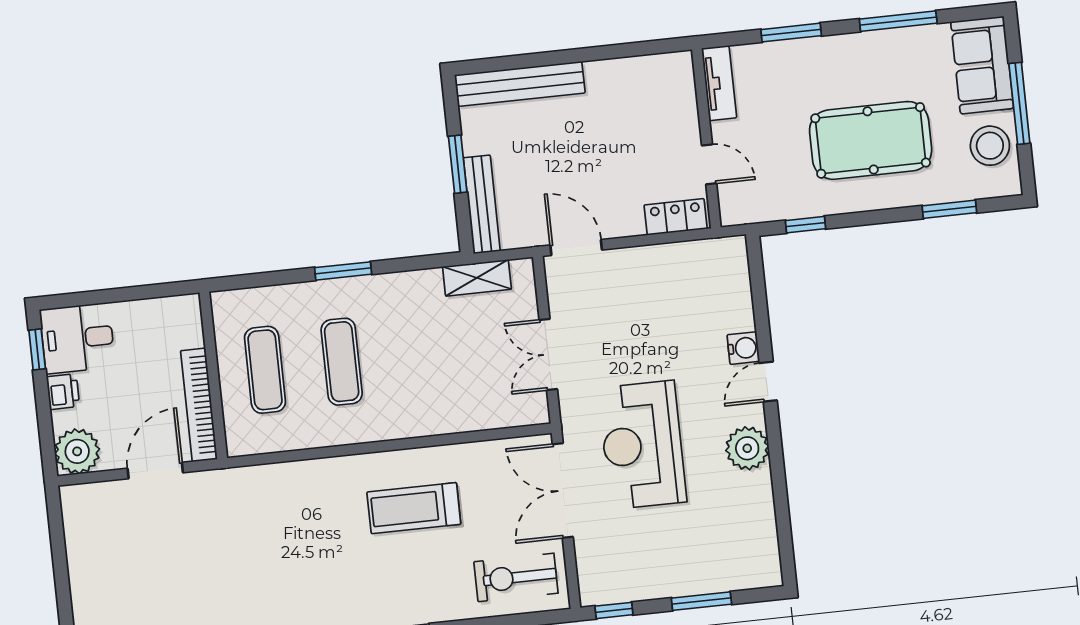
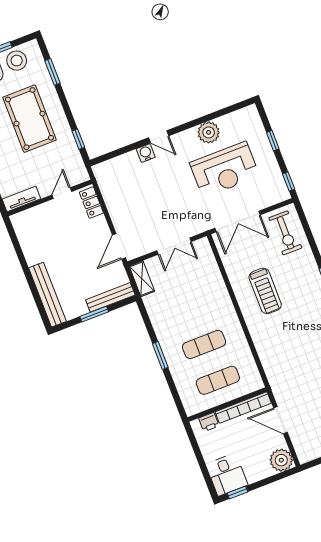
shelving: (477, 278) -> (142, 279), moved
printer: (63, 392) -> (209, 422), moved, turned 180
reception desk: (642, 445) -> (225, 170), moved
plant: (747, 448) -> (209, 132), moved
window: (701, 601) -> (273, 141), width x0.67

